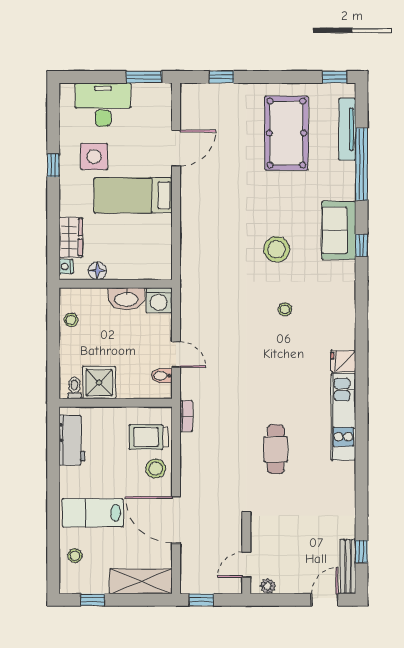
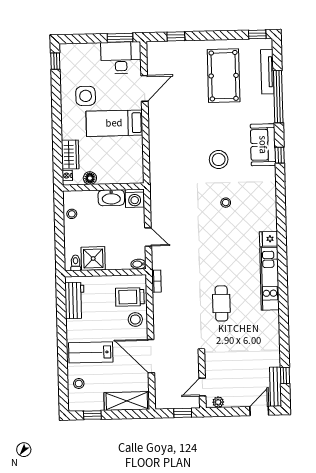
desk: (103, 105) -> (121, 58), moved
window: (53, 165) -> (55, 61), moved
bidet: (162, 376) -> (138, 264), moved
window: (201, 600) -> (183, 413), moved

